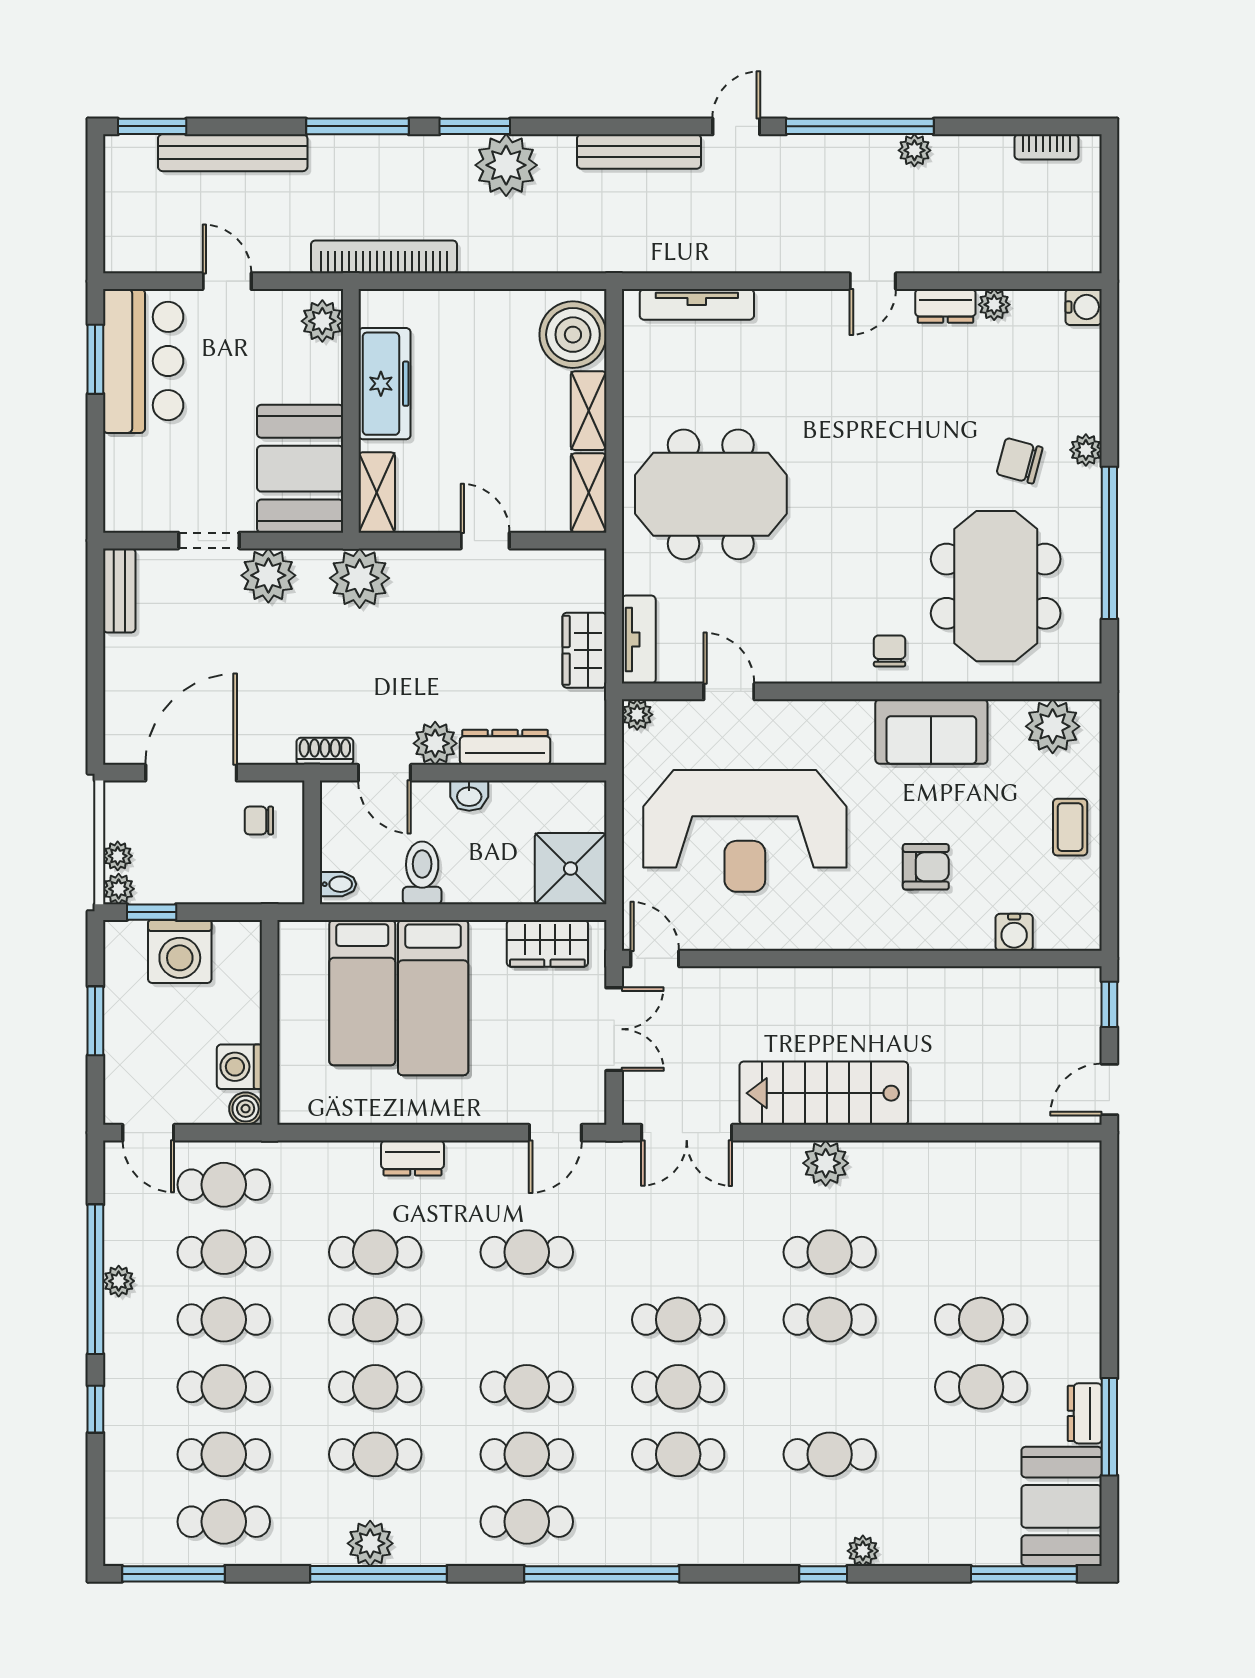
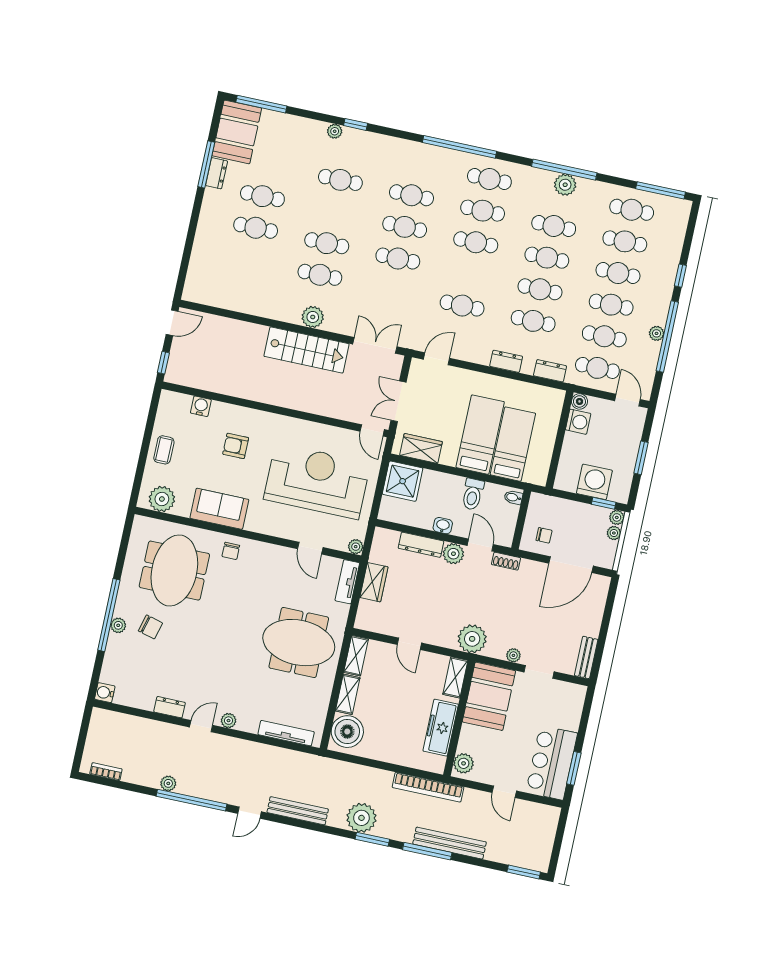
bench: (233, 153) -> (450, 843), moved
plant: (994, 305) -> (228, 721), moved
window: (1109, 543) -> (109, 615), moved
plant: (268, 575) -> (513, 655), width x0.53, depth x0.53
dresser: (319, 1158) -> (550, 371), added

